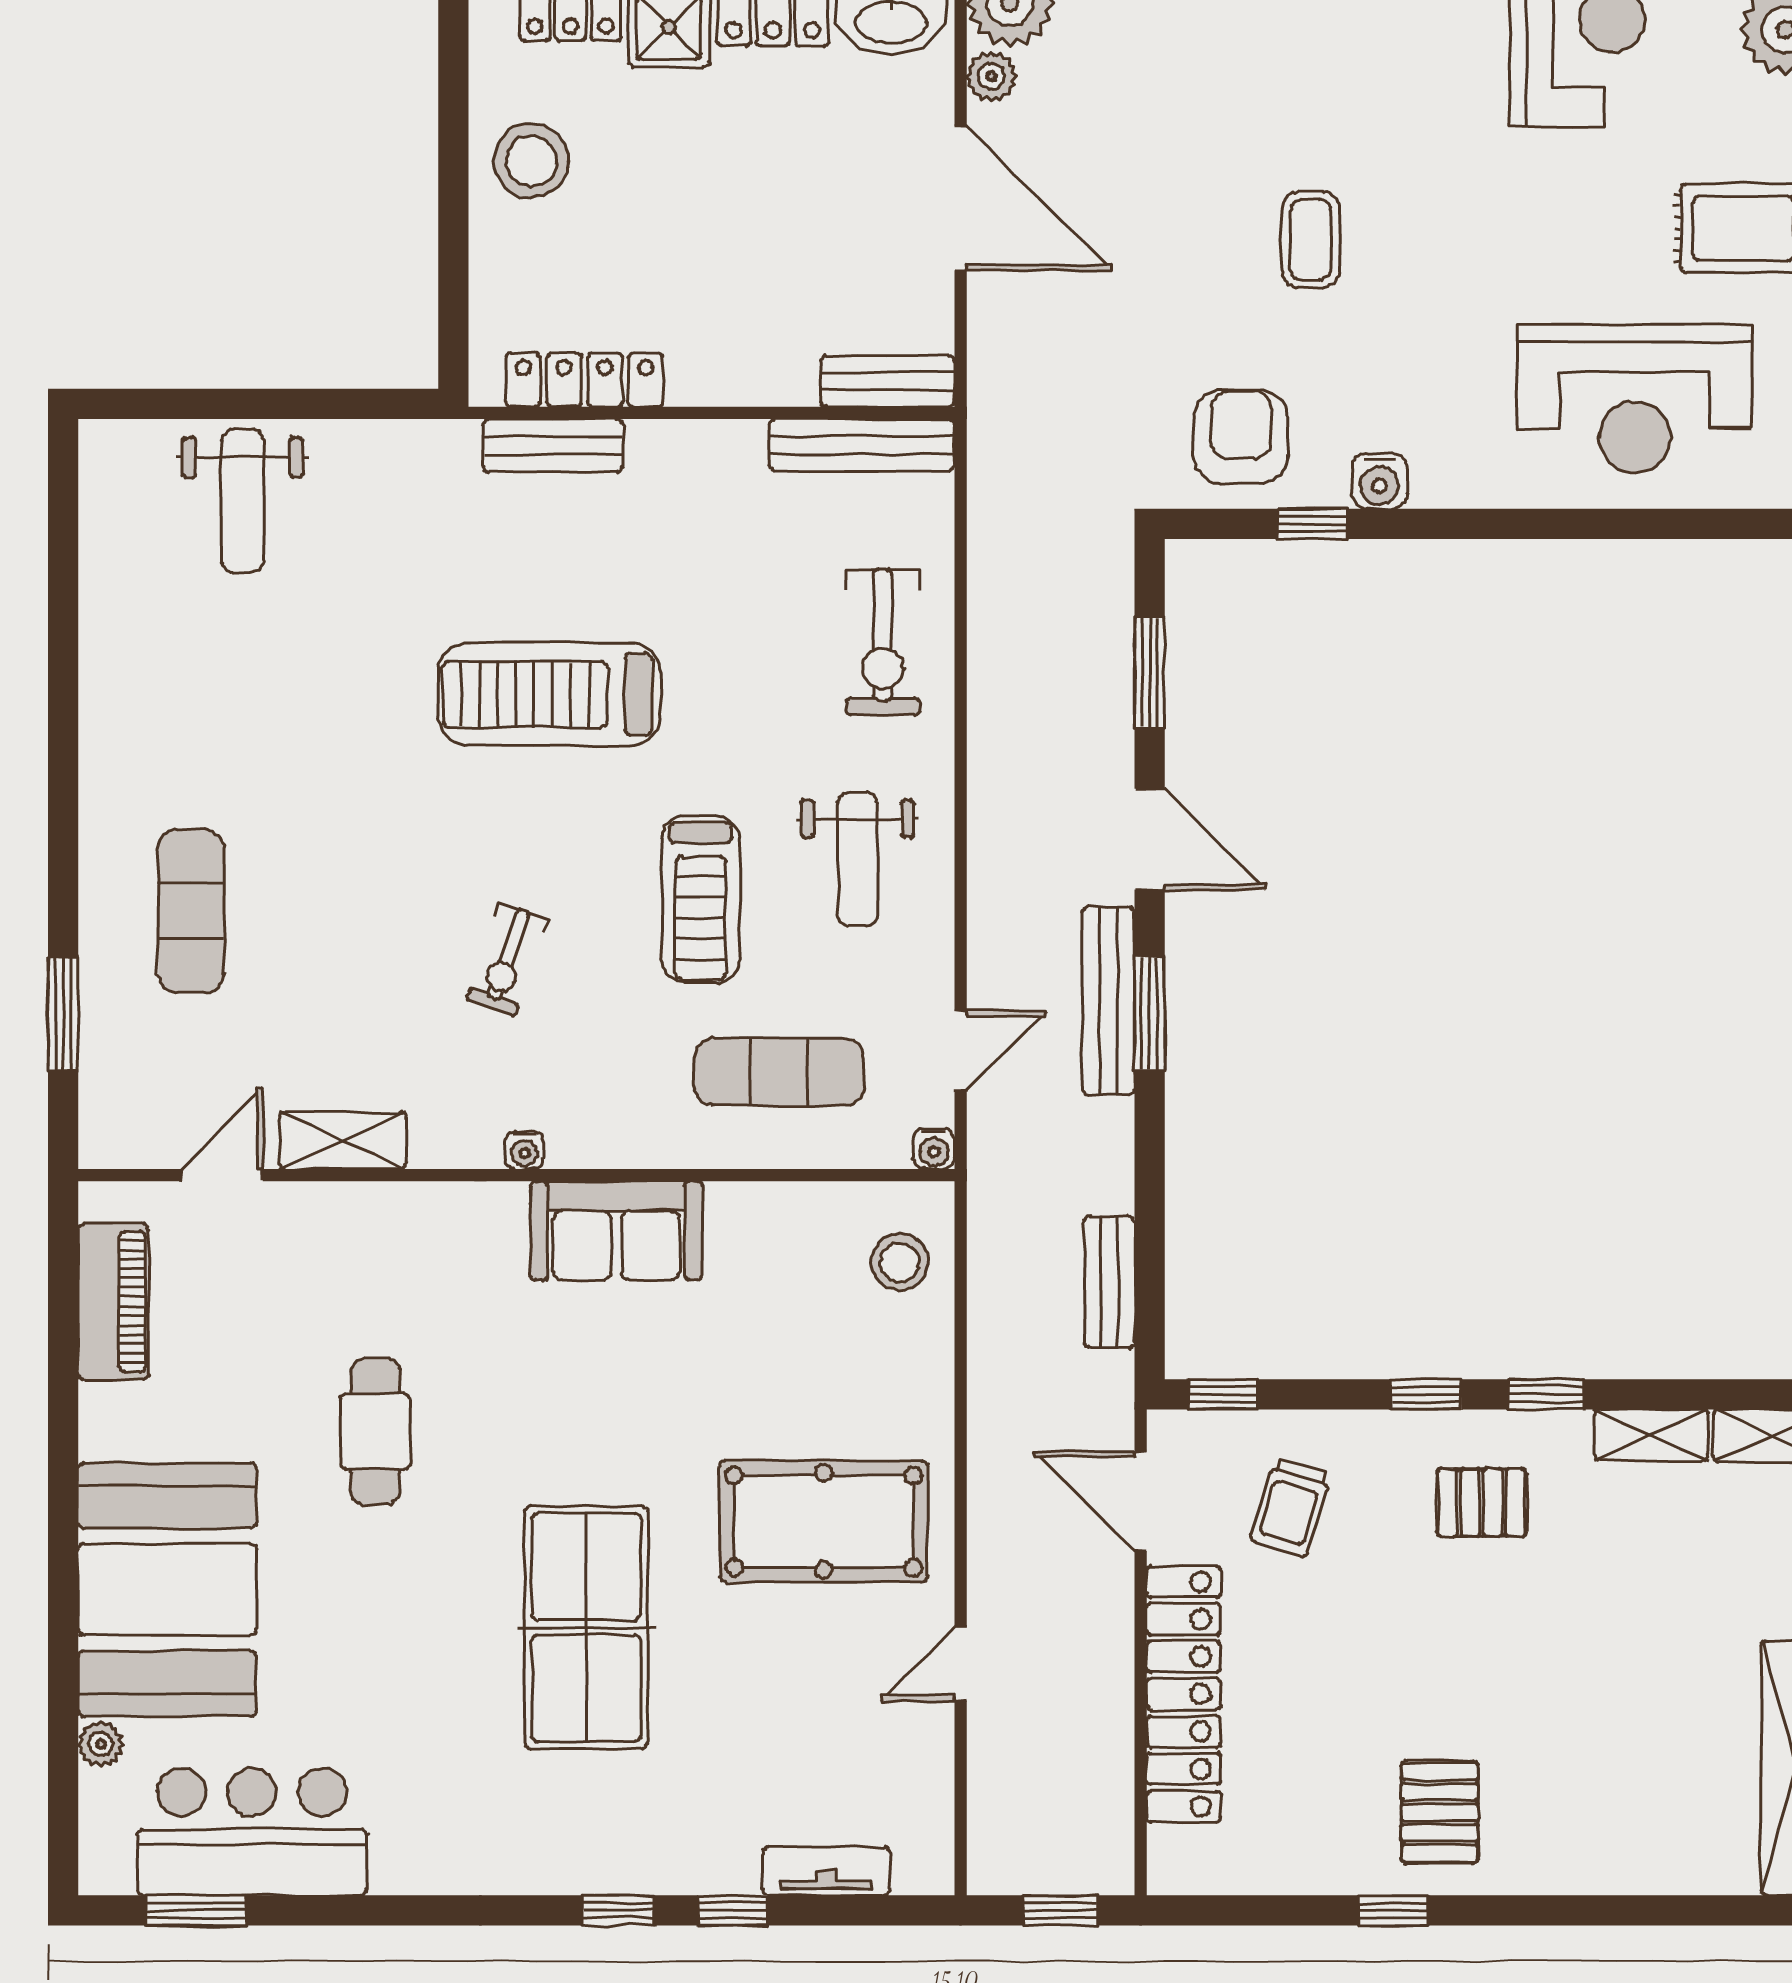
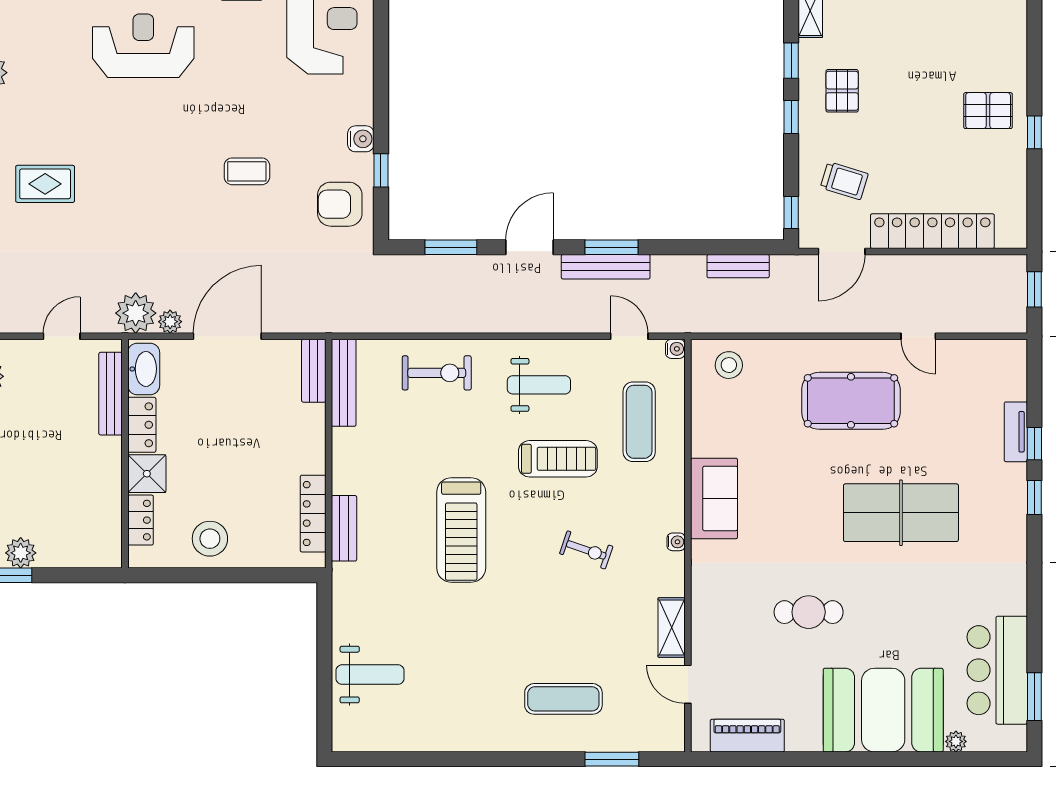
pool table: (824, 1521) -> (851, 401), turned 90
tv unit: (826, 1871) -> (1016, 432), moved

